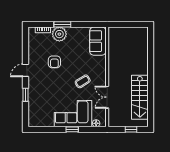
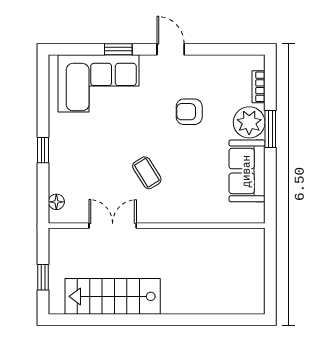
sofa: (98, 41) -> (247, 171), moved, turned -90
corner sofa: (73, 114) -> (99, 83), moved, turned 90

